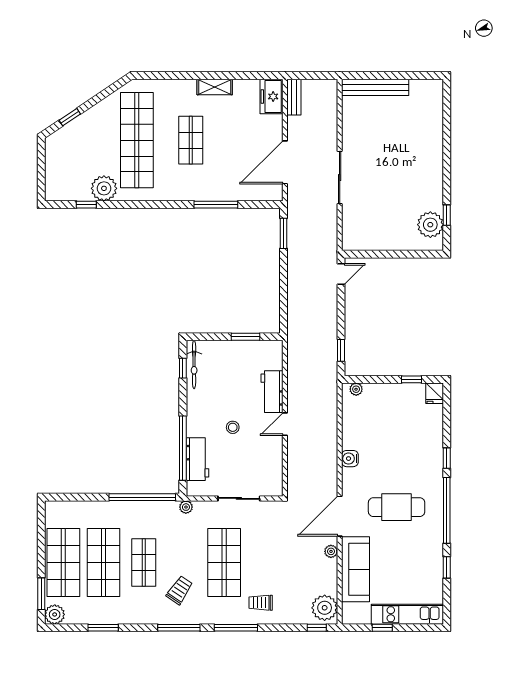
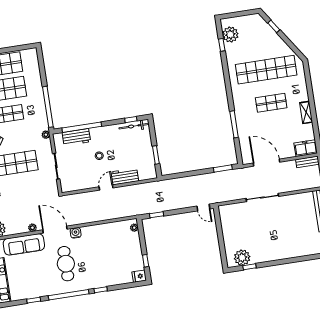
plant: (104, 188) -> (230, 35), moved
door: (285, 424) -> (106, 187), hinge flipped
water cooler: (350, 459) -> (76, 233), moved

